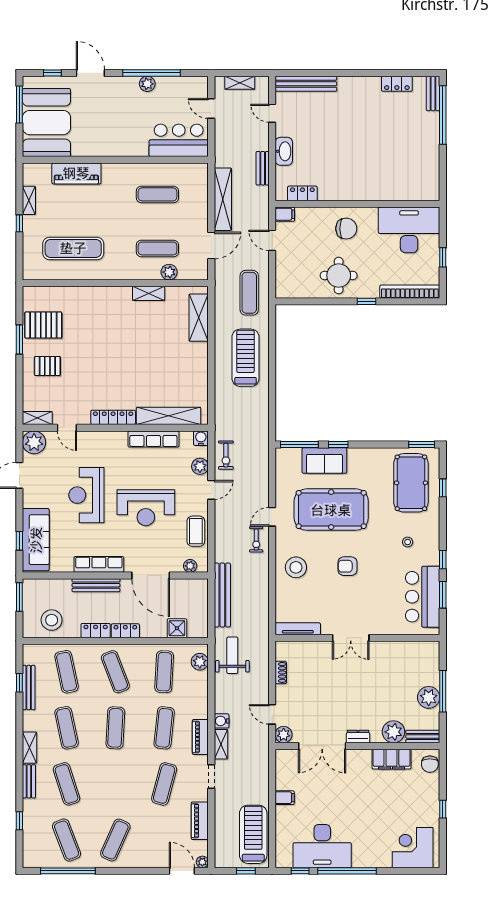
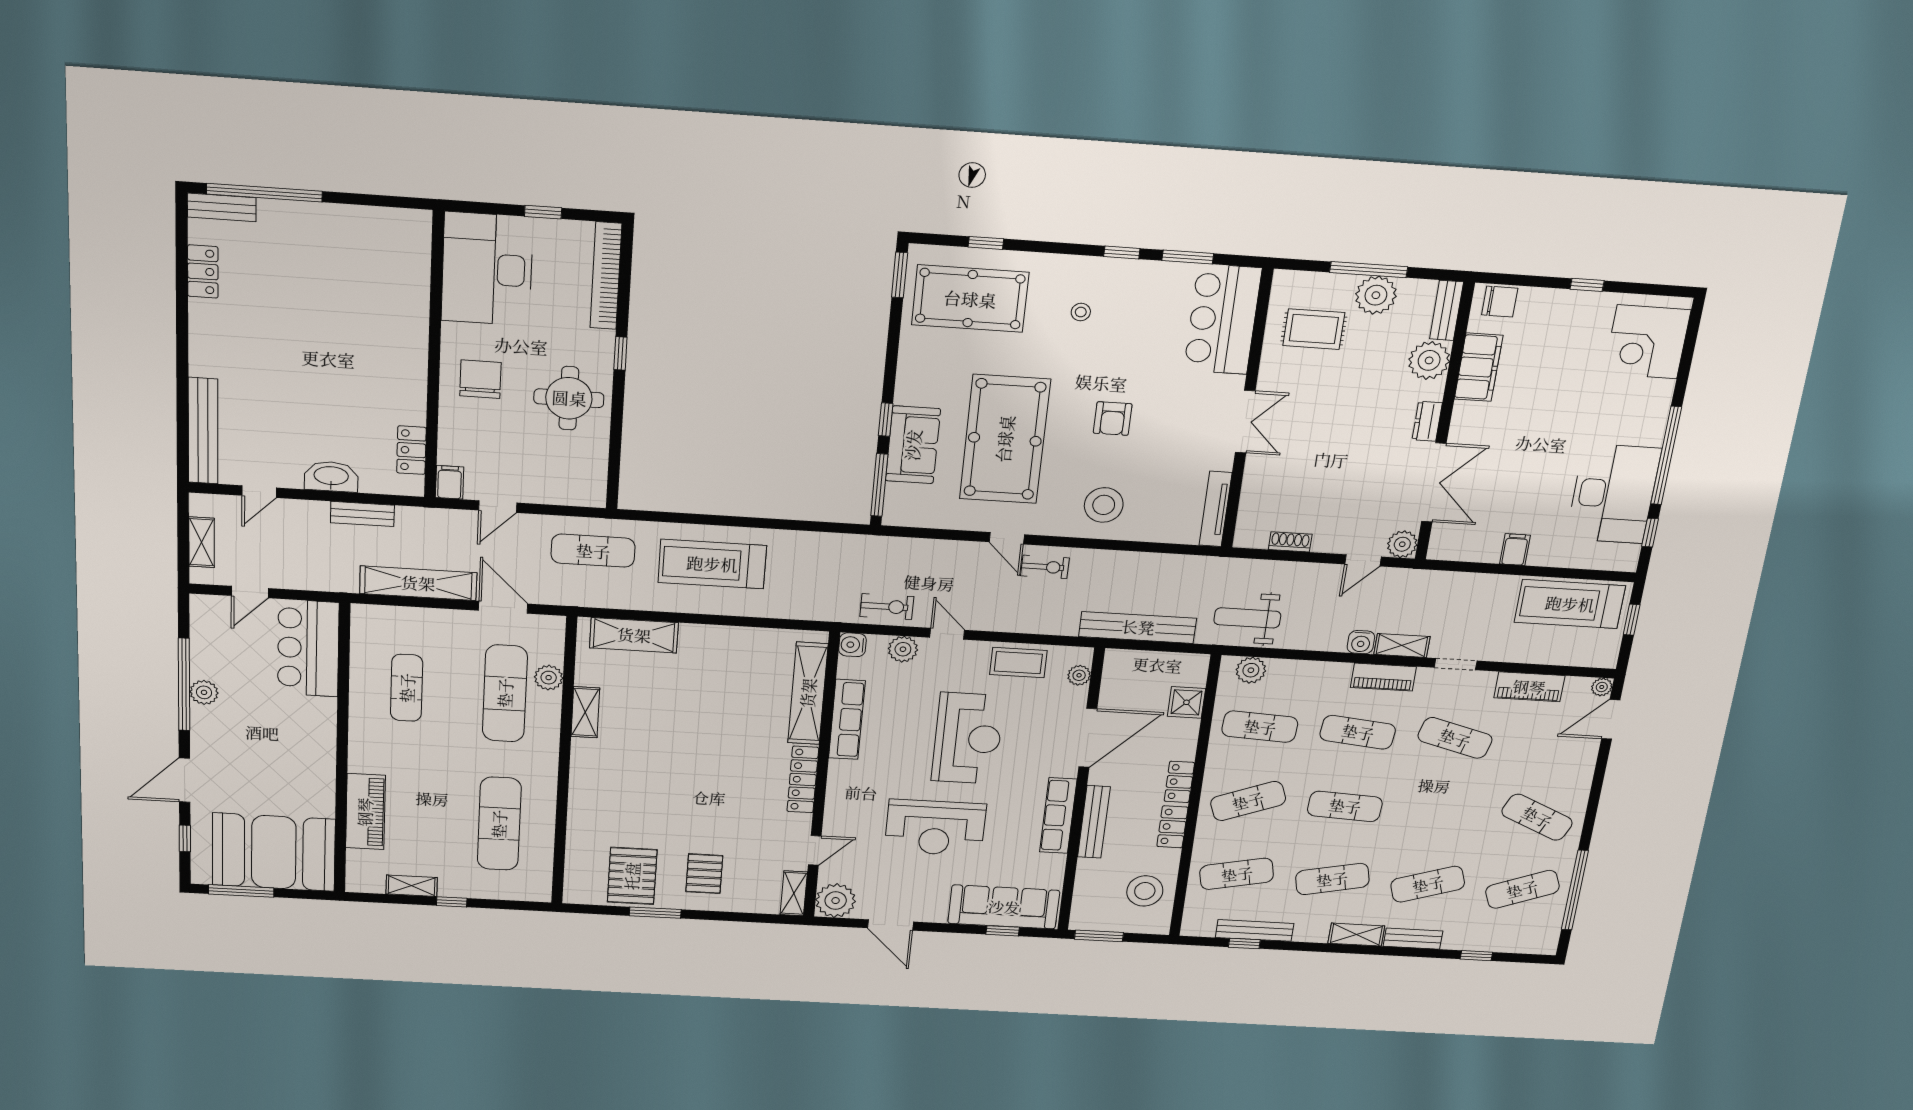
exercise mat: (157, 248) -> (505, 693), width x1.36, depth x1.45
bar counter: (423, 597) -> (1223, 319), moved, turned 90
rug: (407, 667) -> (1314, 329), added

